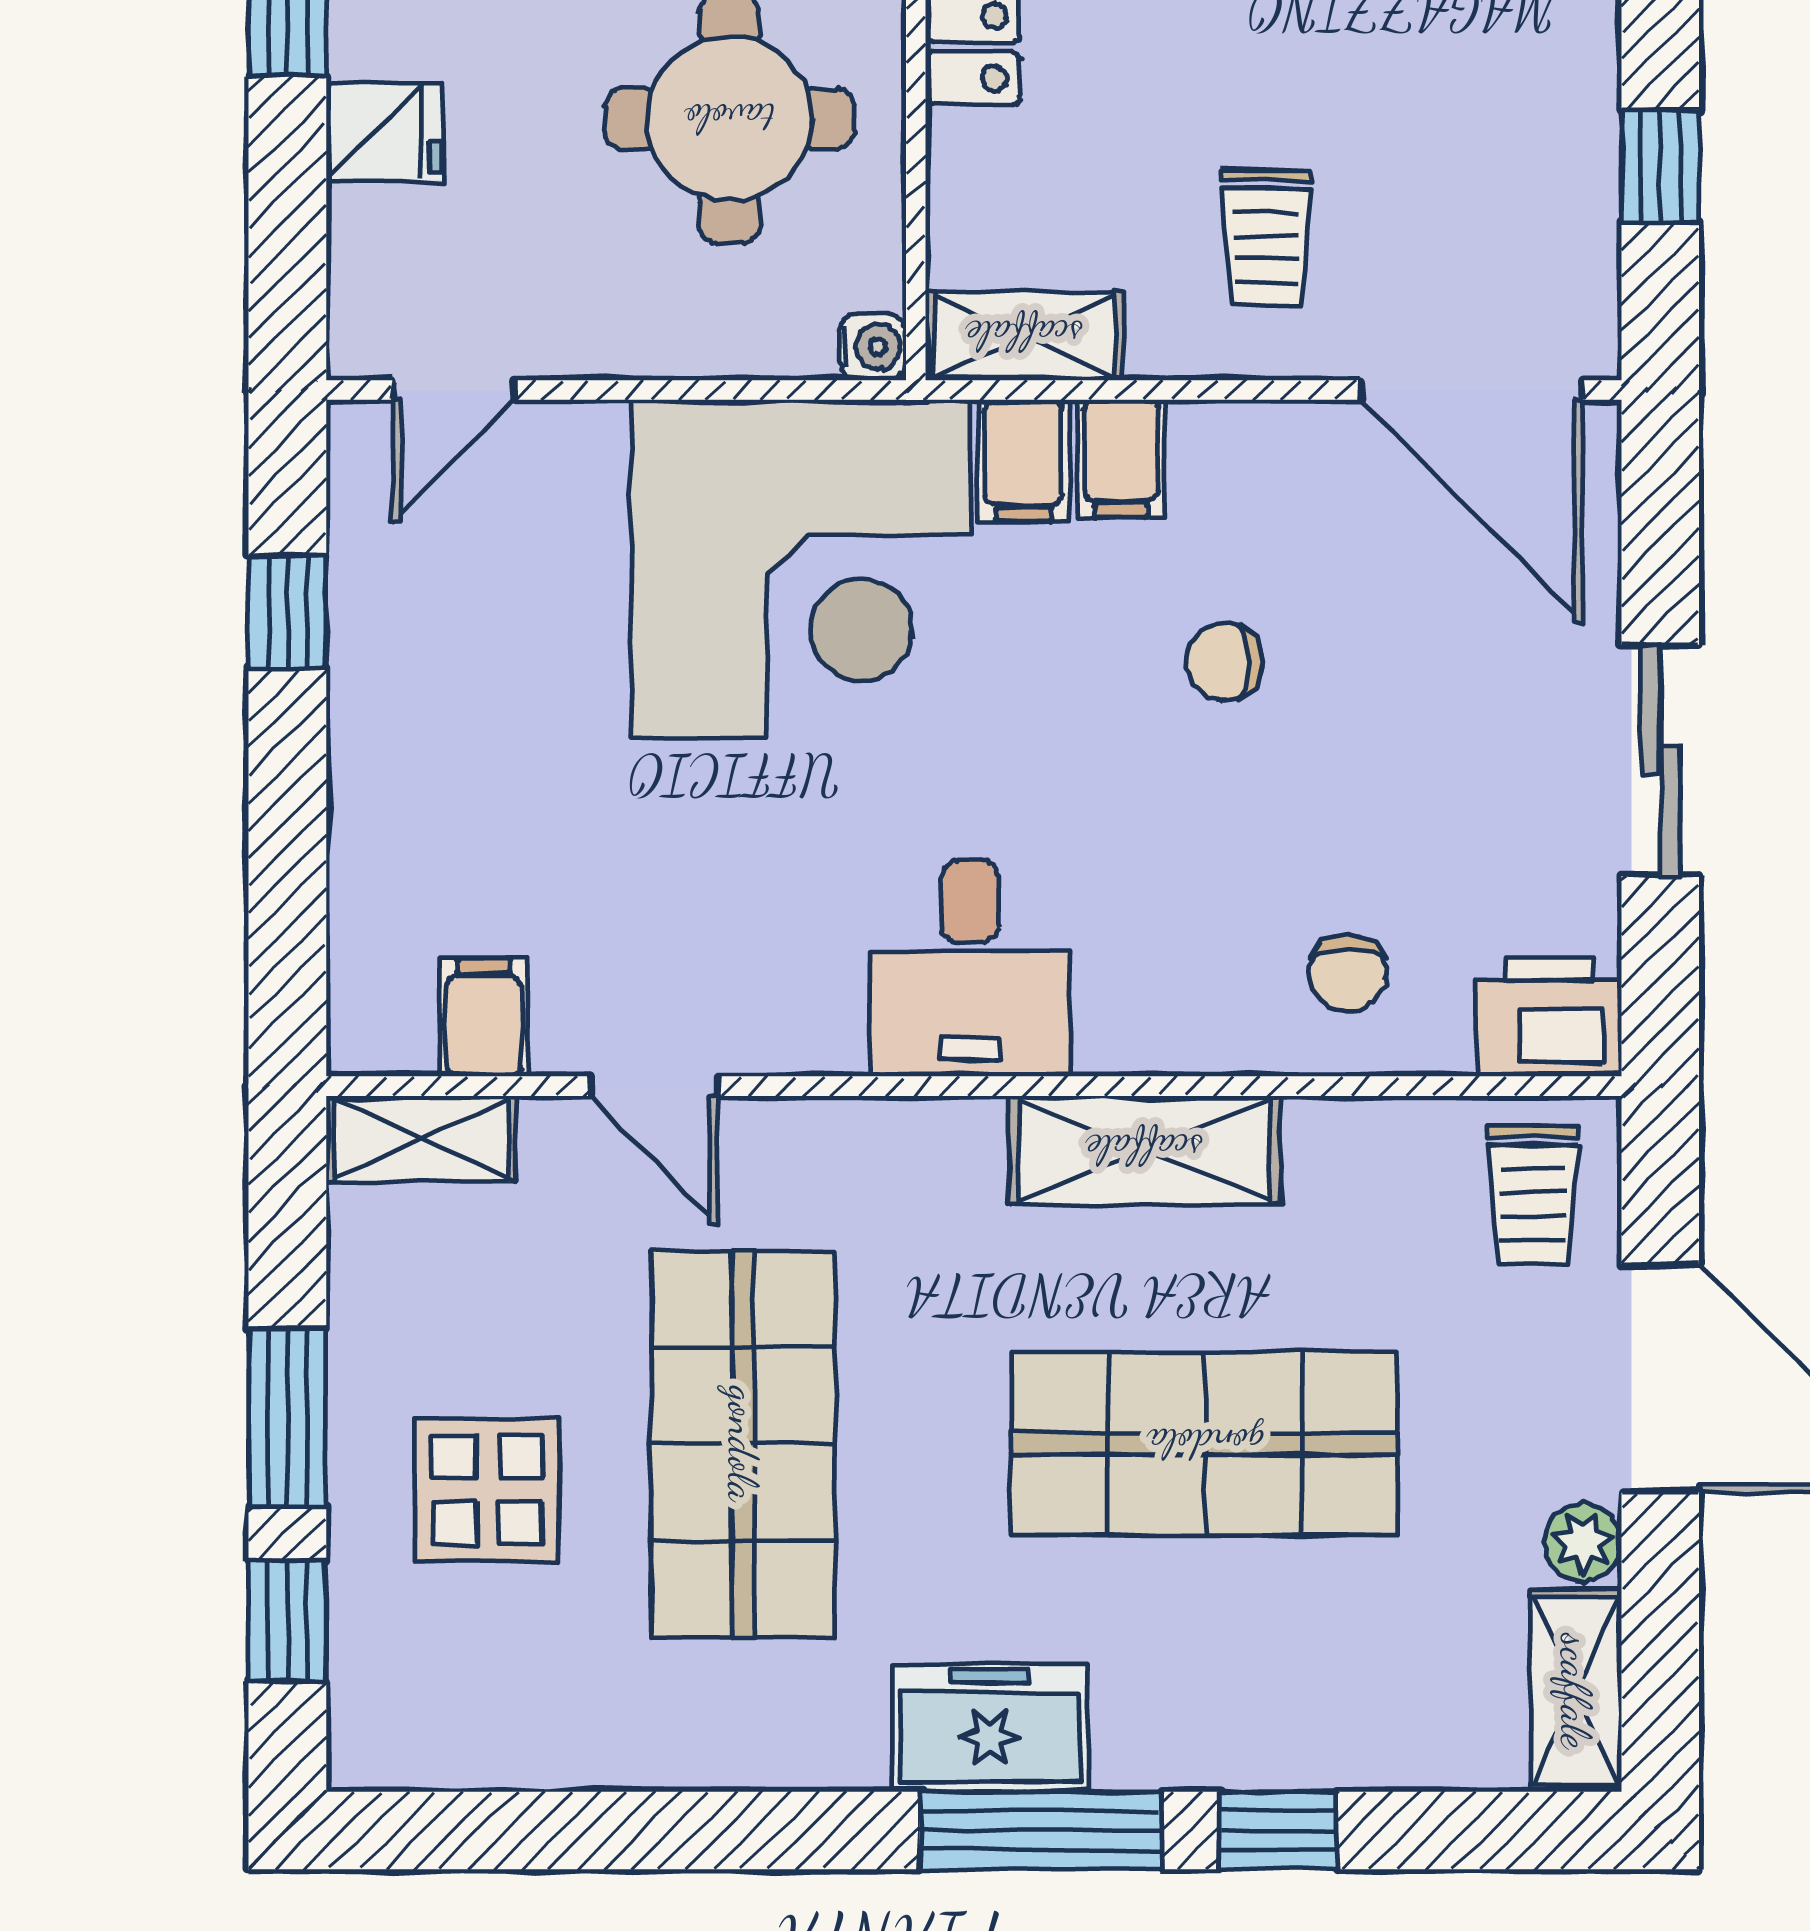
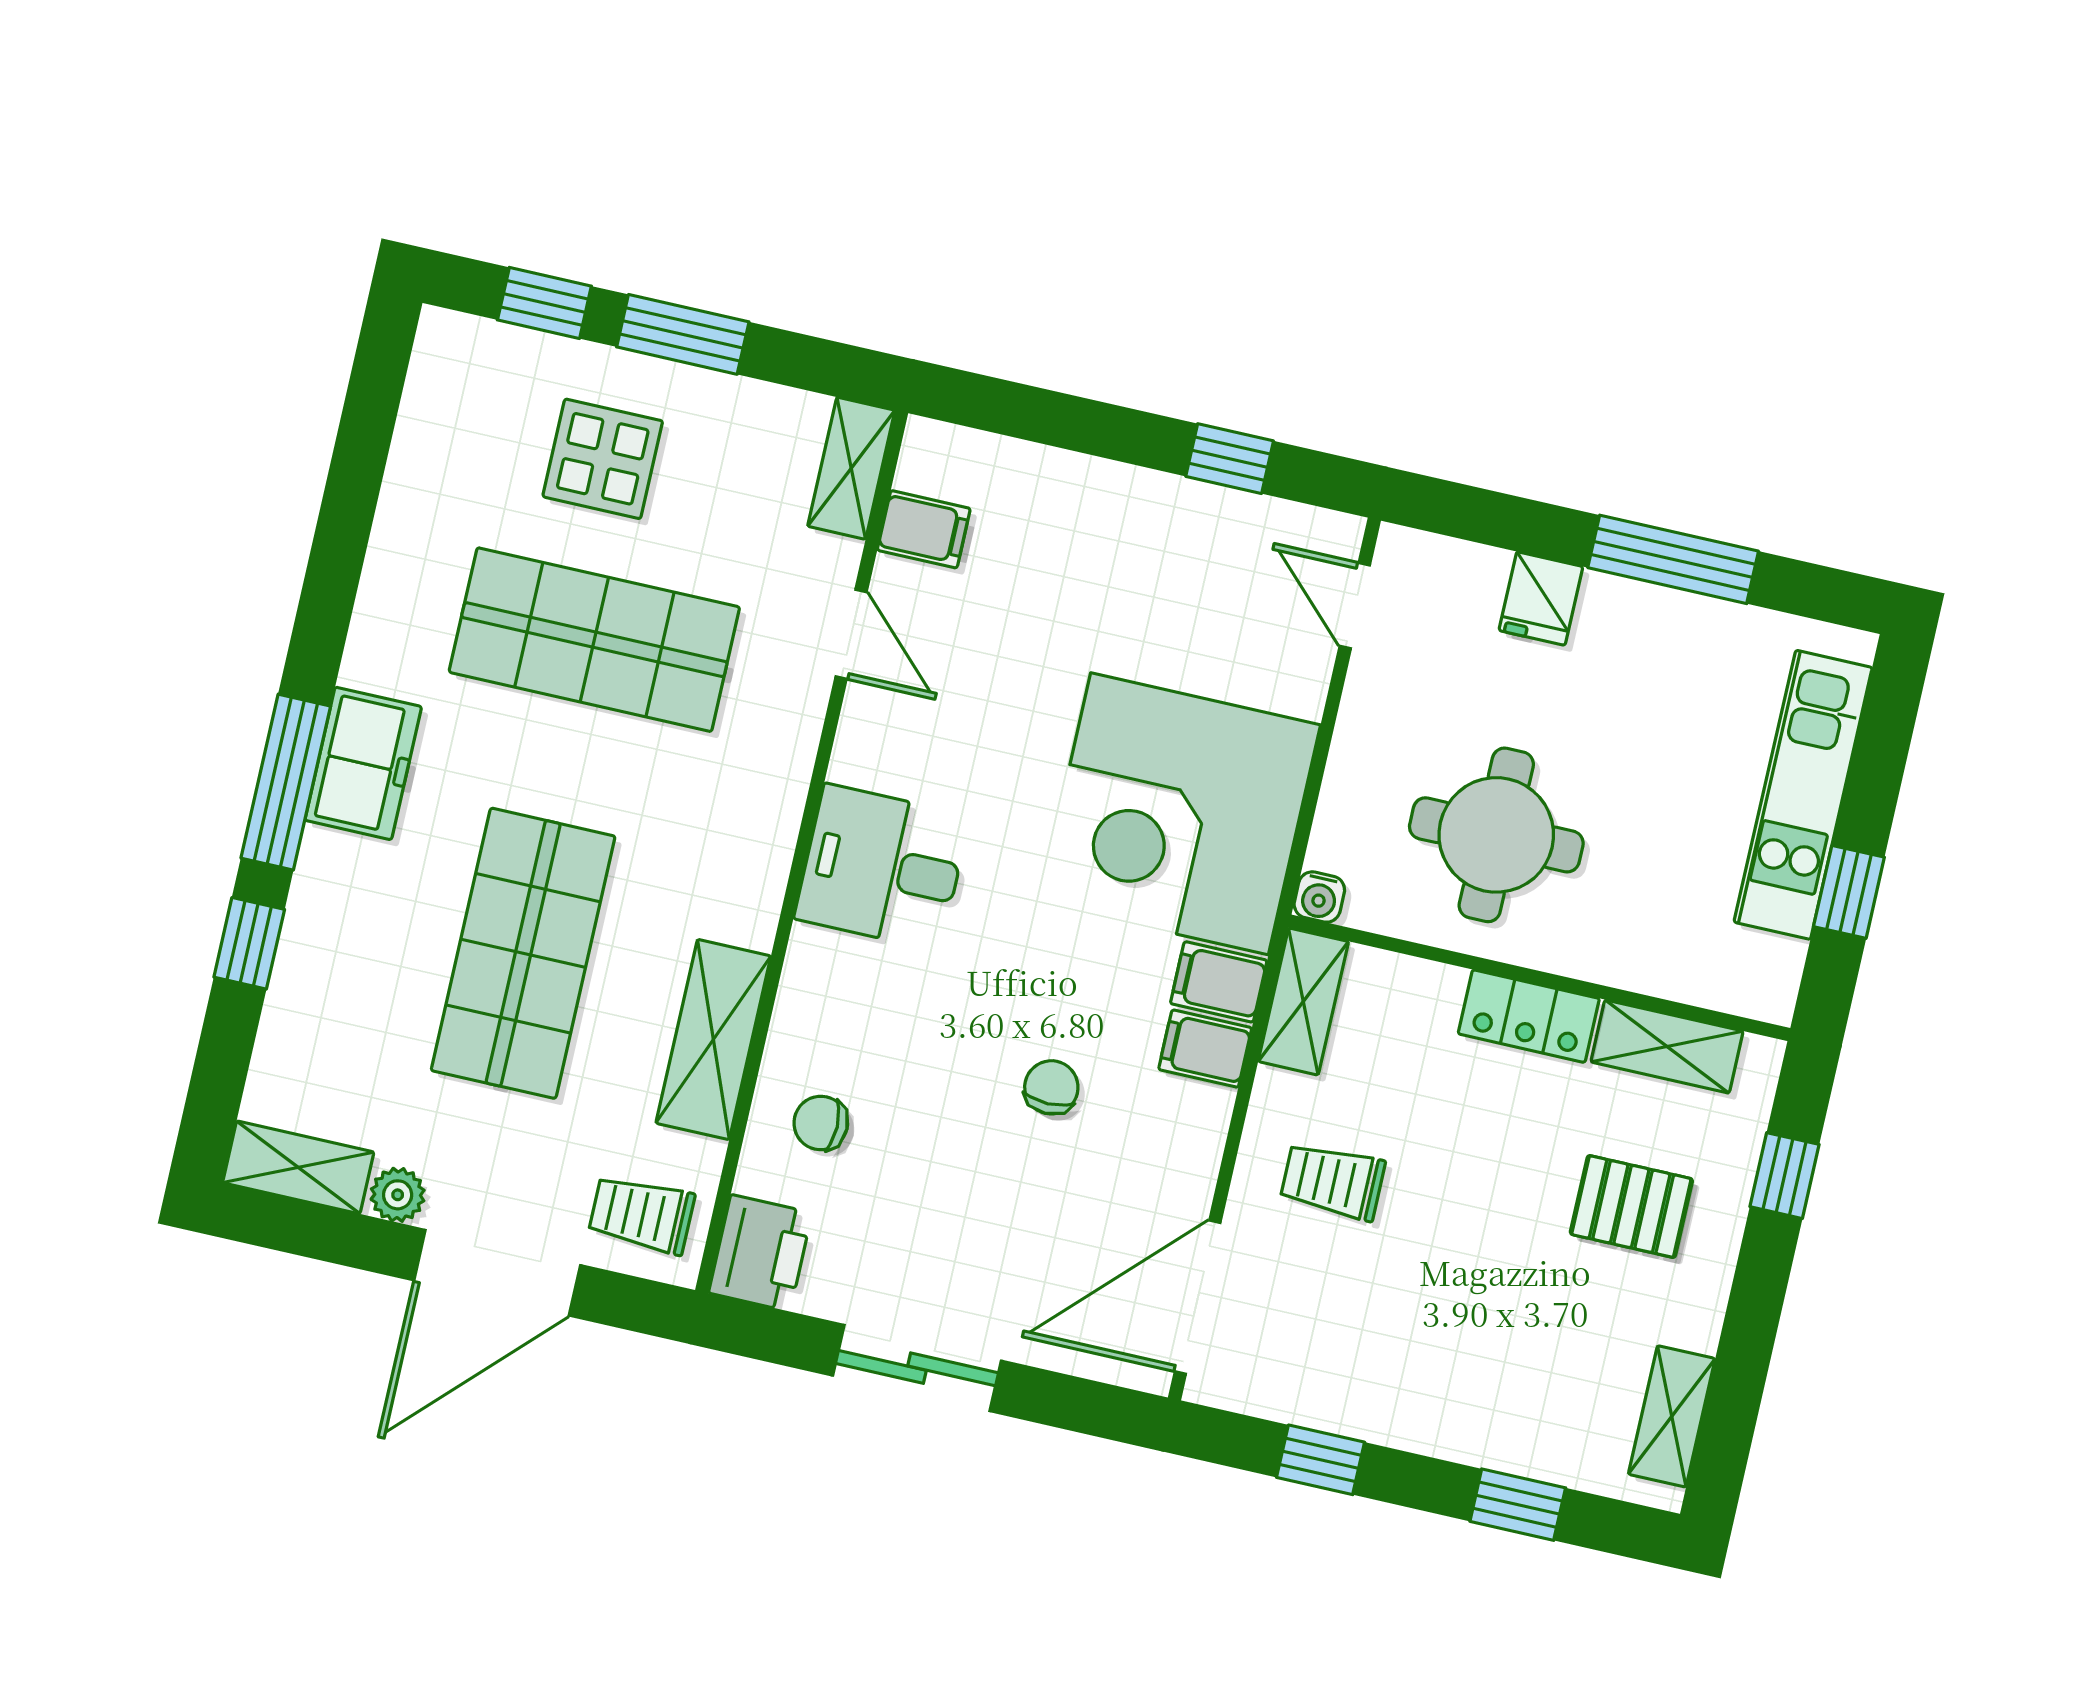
door: (654, 1086) -> (851, 634), swing flipped
shelving: (1144, 1150) -> (713, 1040), moved

